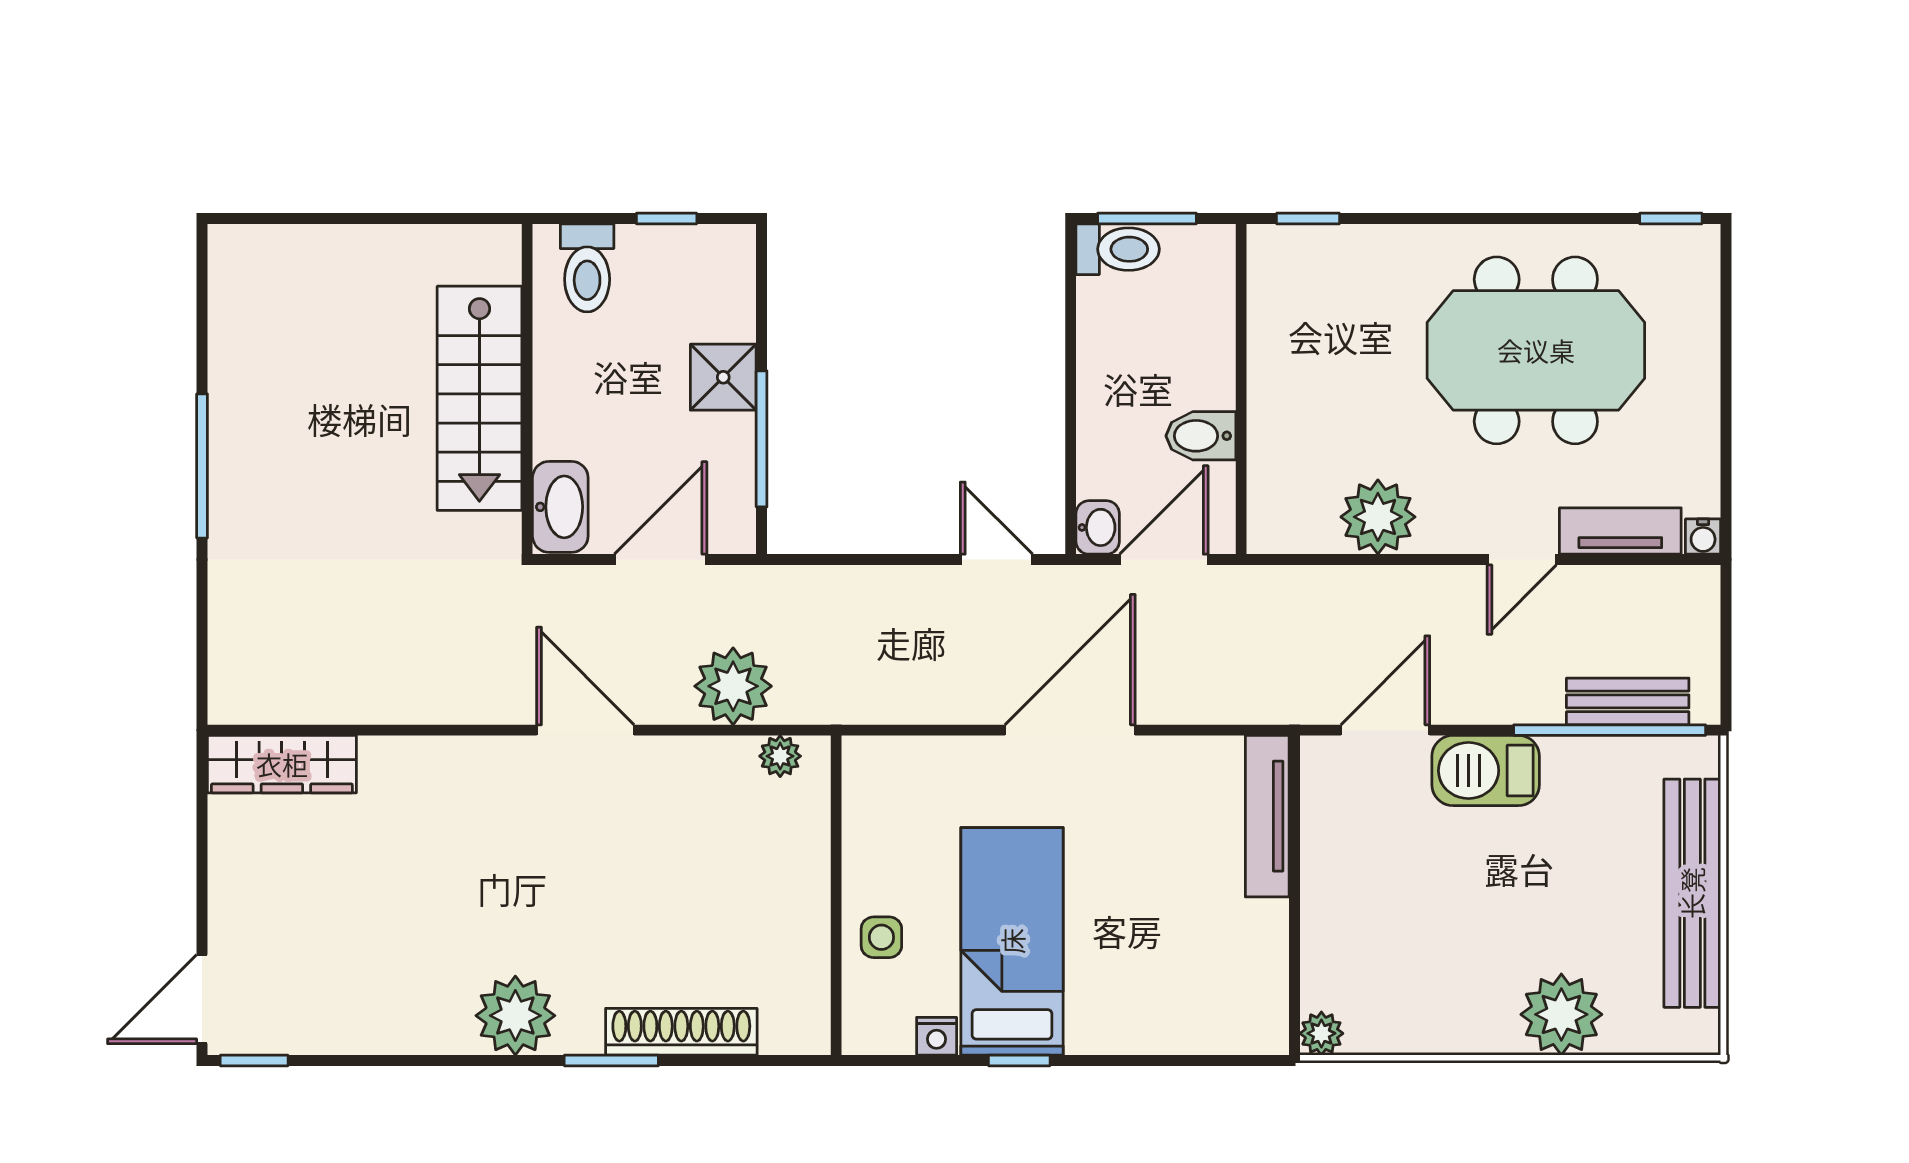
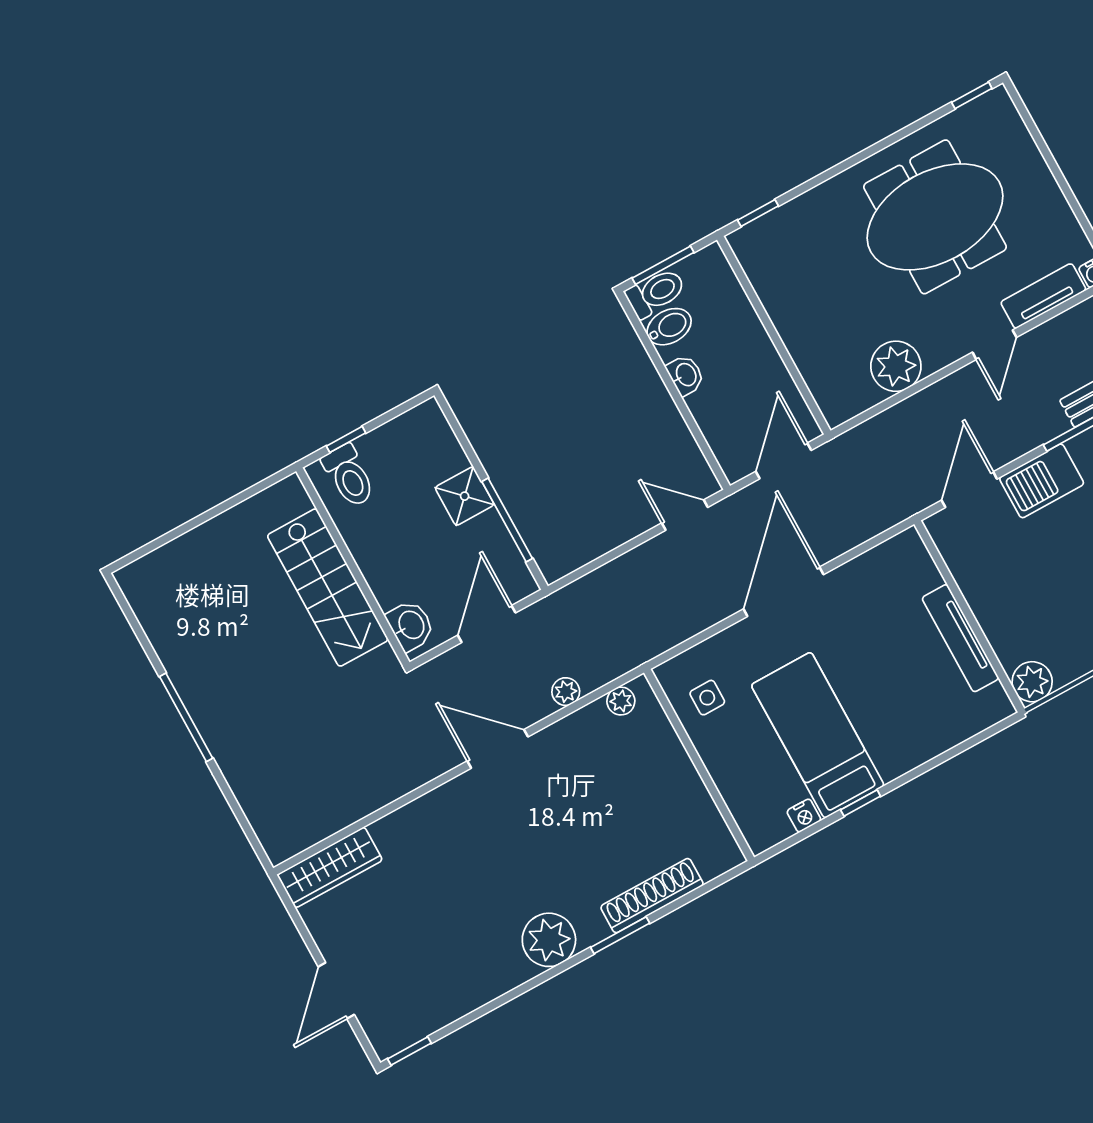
window: (667, 219) -> (346, 439), moved
bidet: (1201, 436) -> (669, 327), moved, turned 180
washbasin: (560, 507) -> (411, 625), width x0.72
washbasin: (1098, 527) -> (685, 375), moved
plant: (733, 686) -> (566, 692), width x0.53, depth x0.53
tv unit: (1267, 816) -> (960, 638), moved
side table: (881, 937) -> (707, 698), moved
door: (202, 999) -> (336, 991), moved
plant: (1321, 1033) -> (1032, 682), width x1.38, depth x1.38

